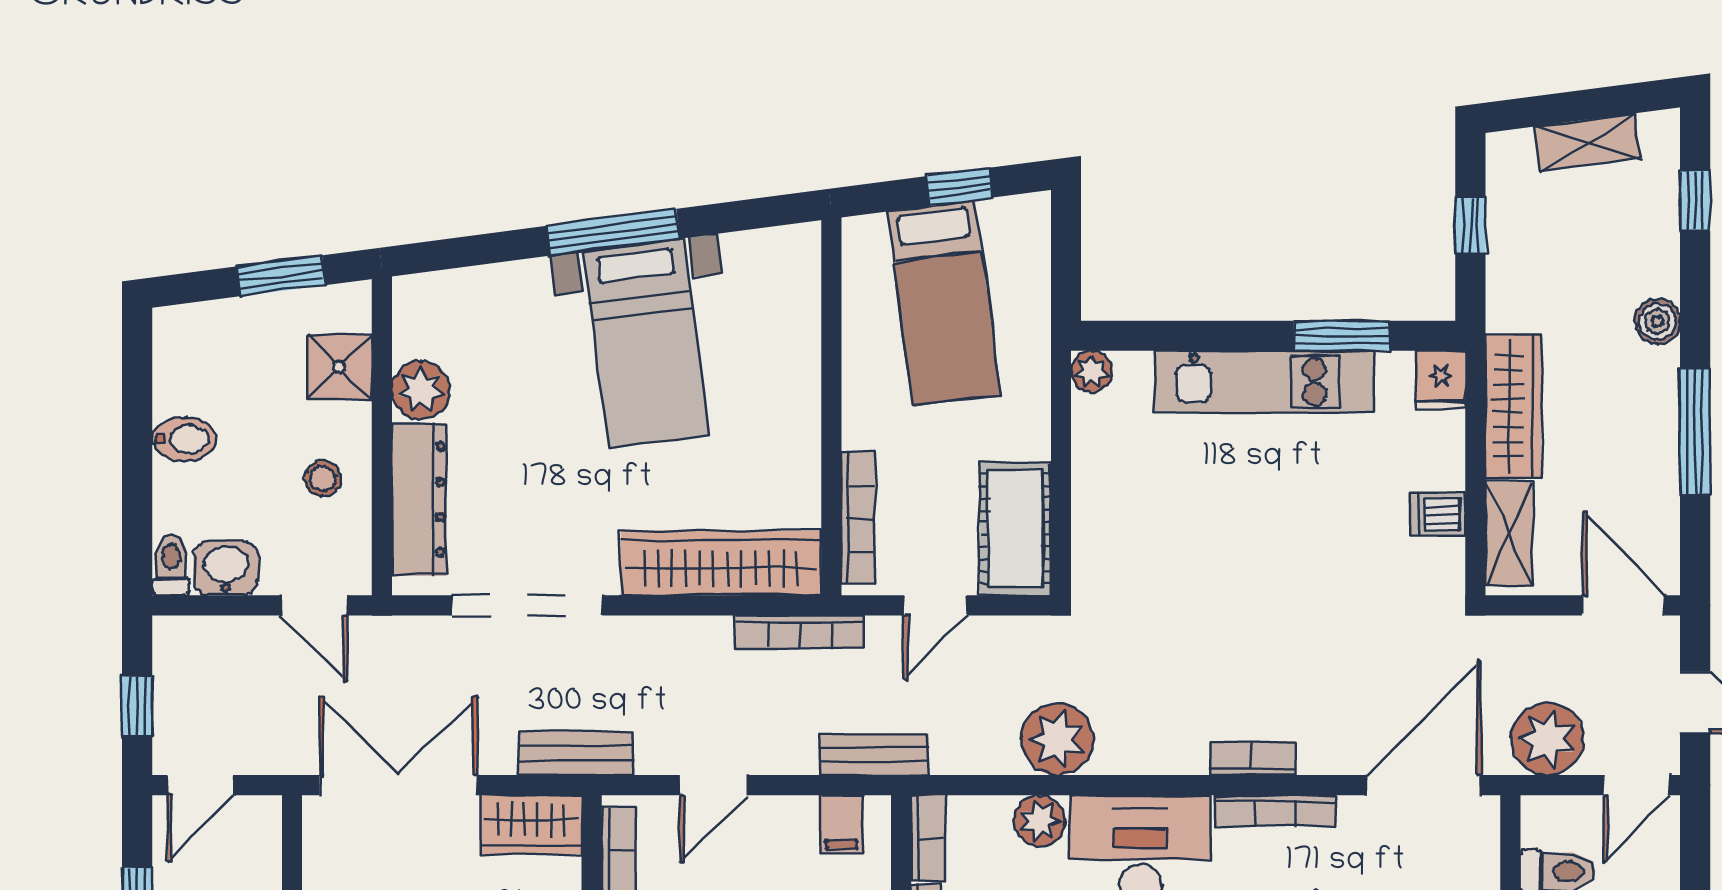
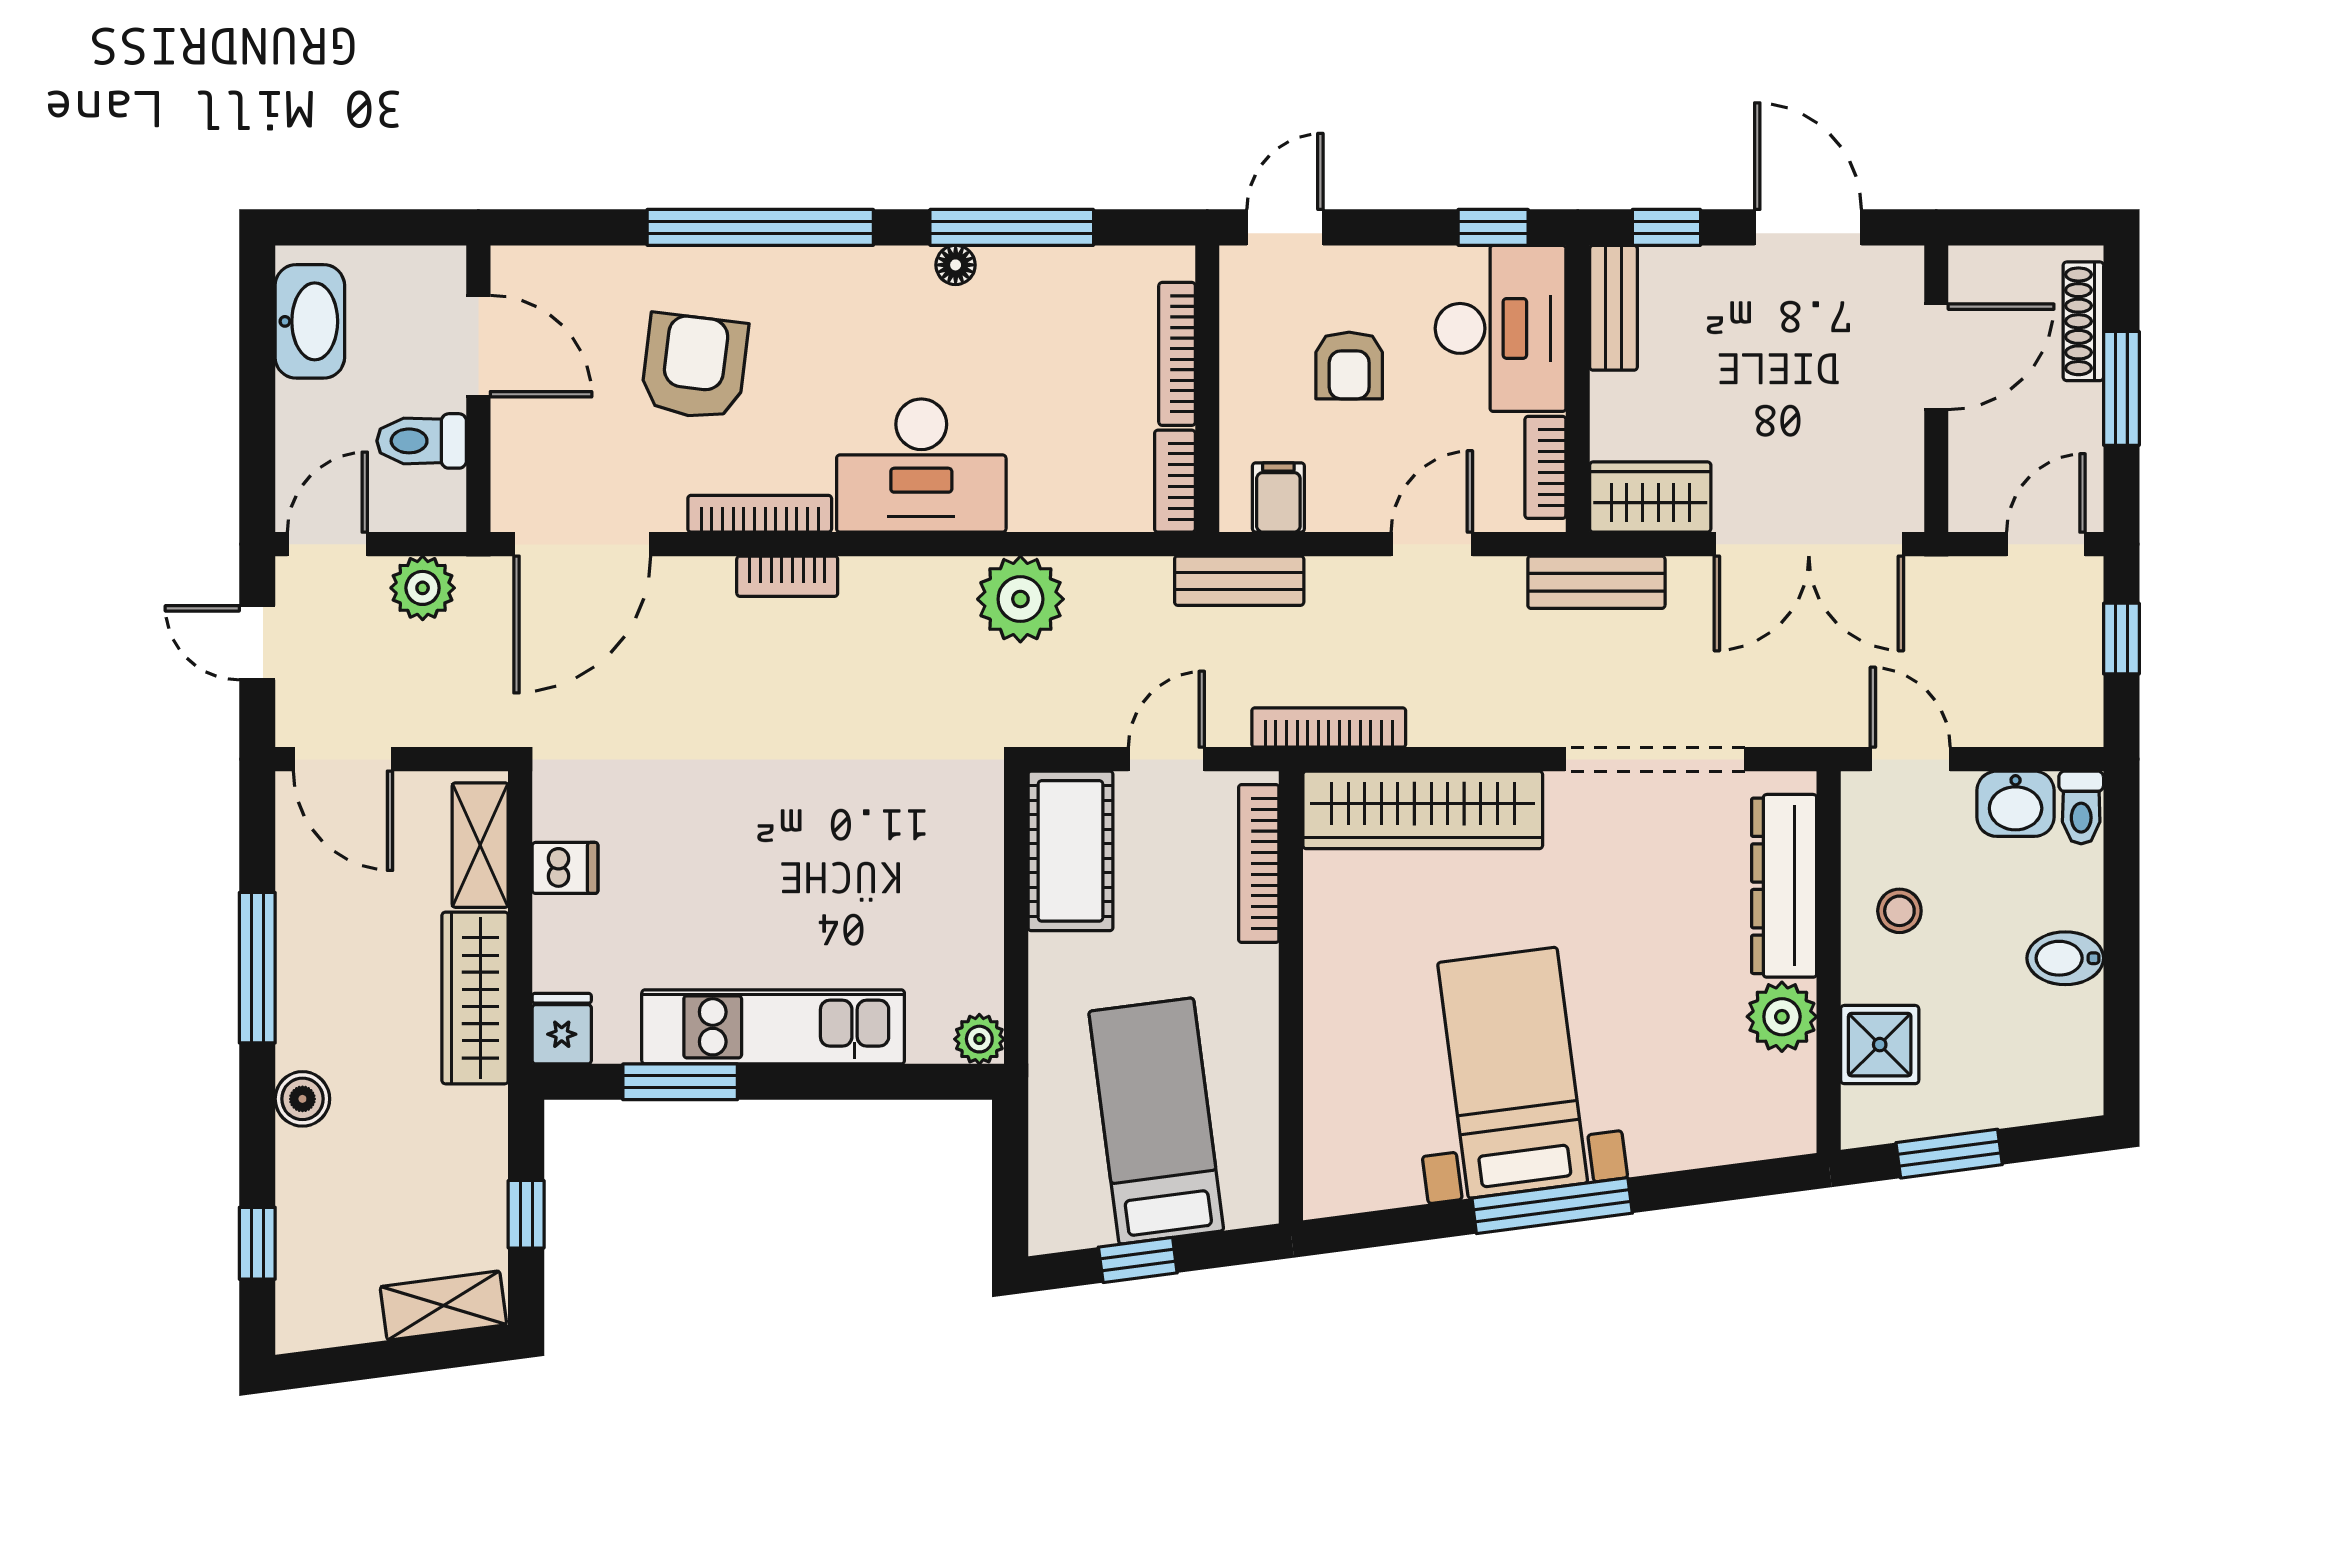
shelving: (1588, 142) -> (443, 1306), moved
plant: (1547, 739) -> (423, 588), width x0.73, depth x0.73
plant: (1040, 821) -> (1041, 501), removed

